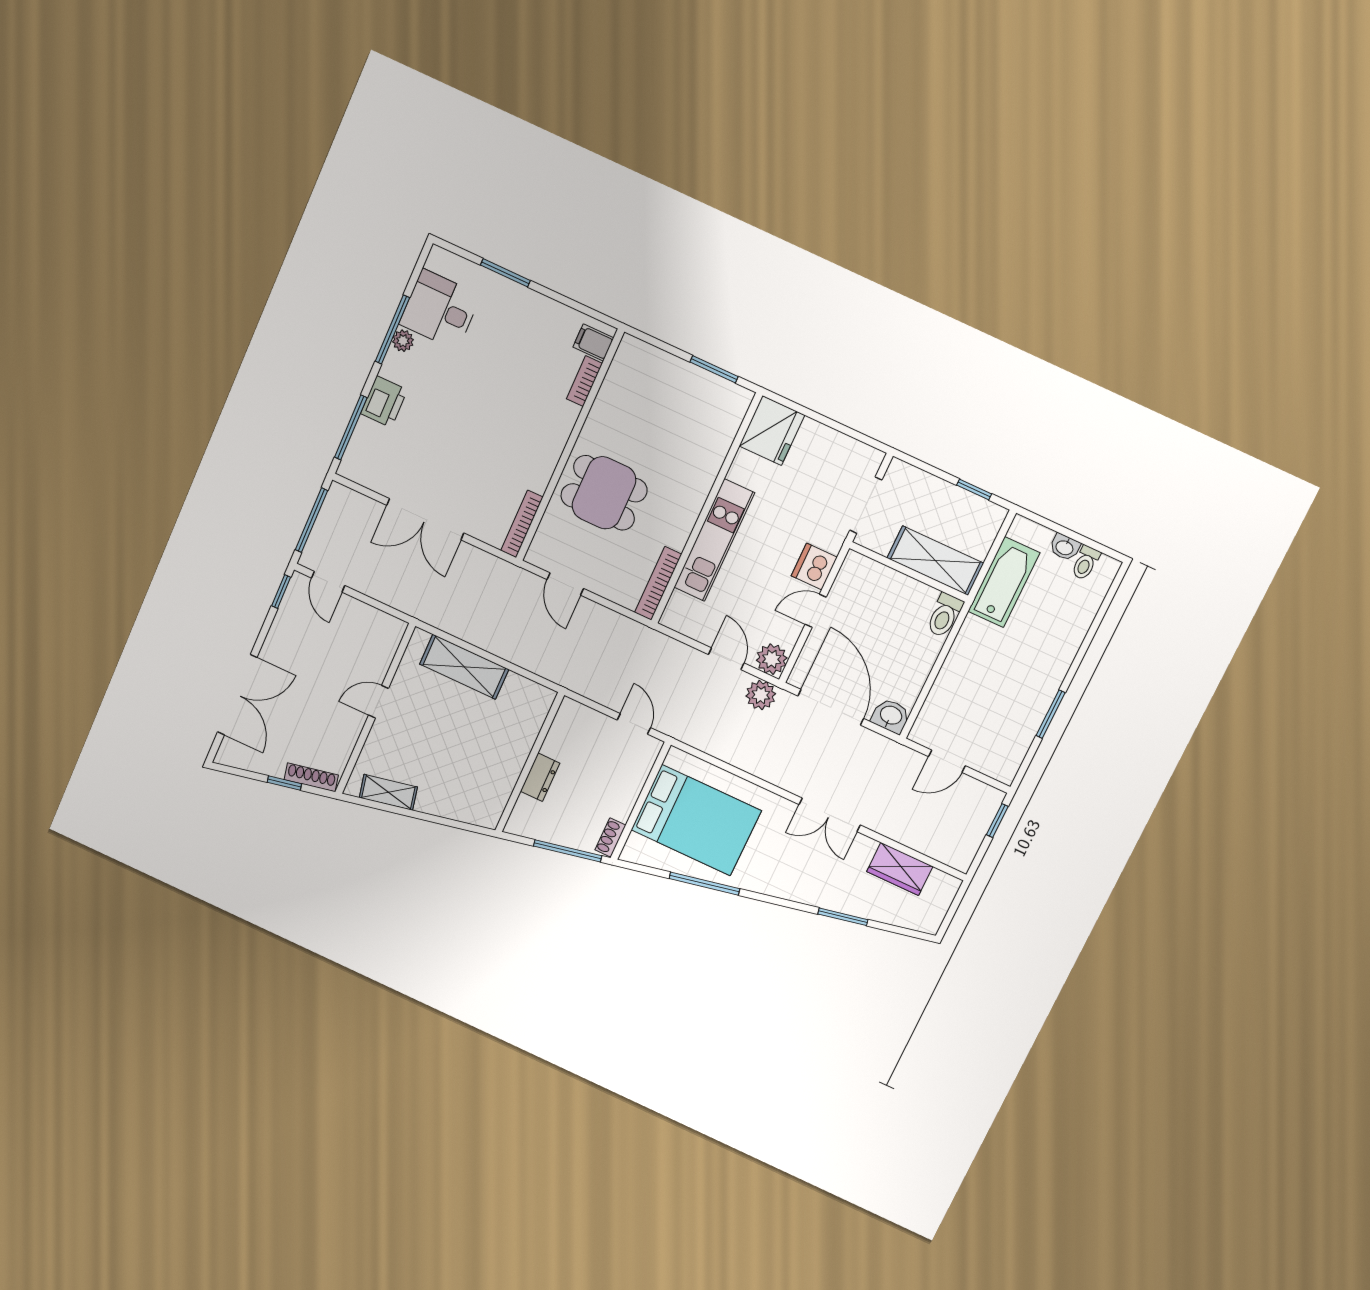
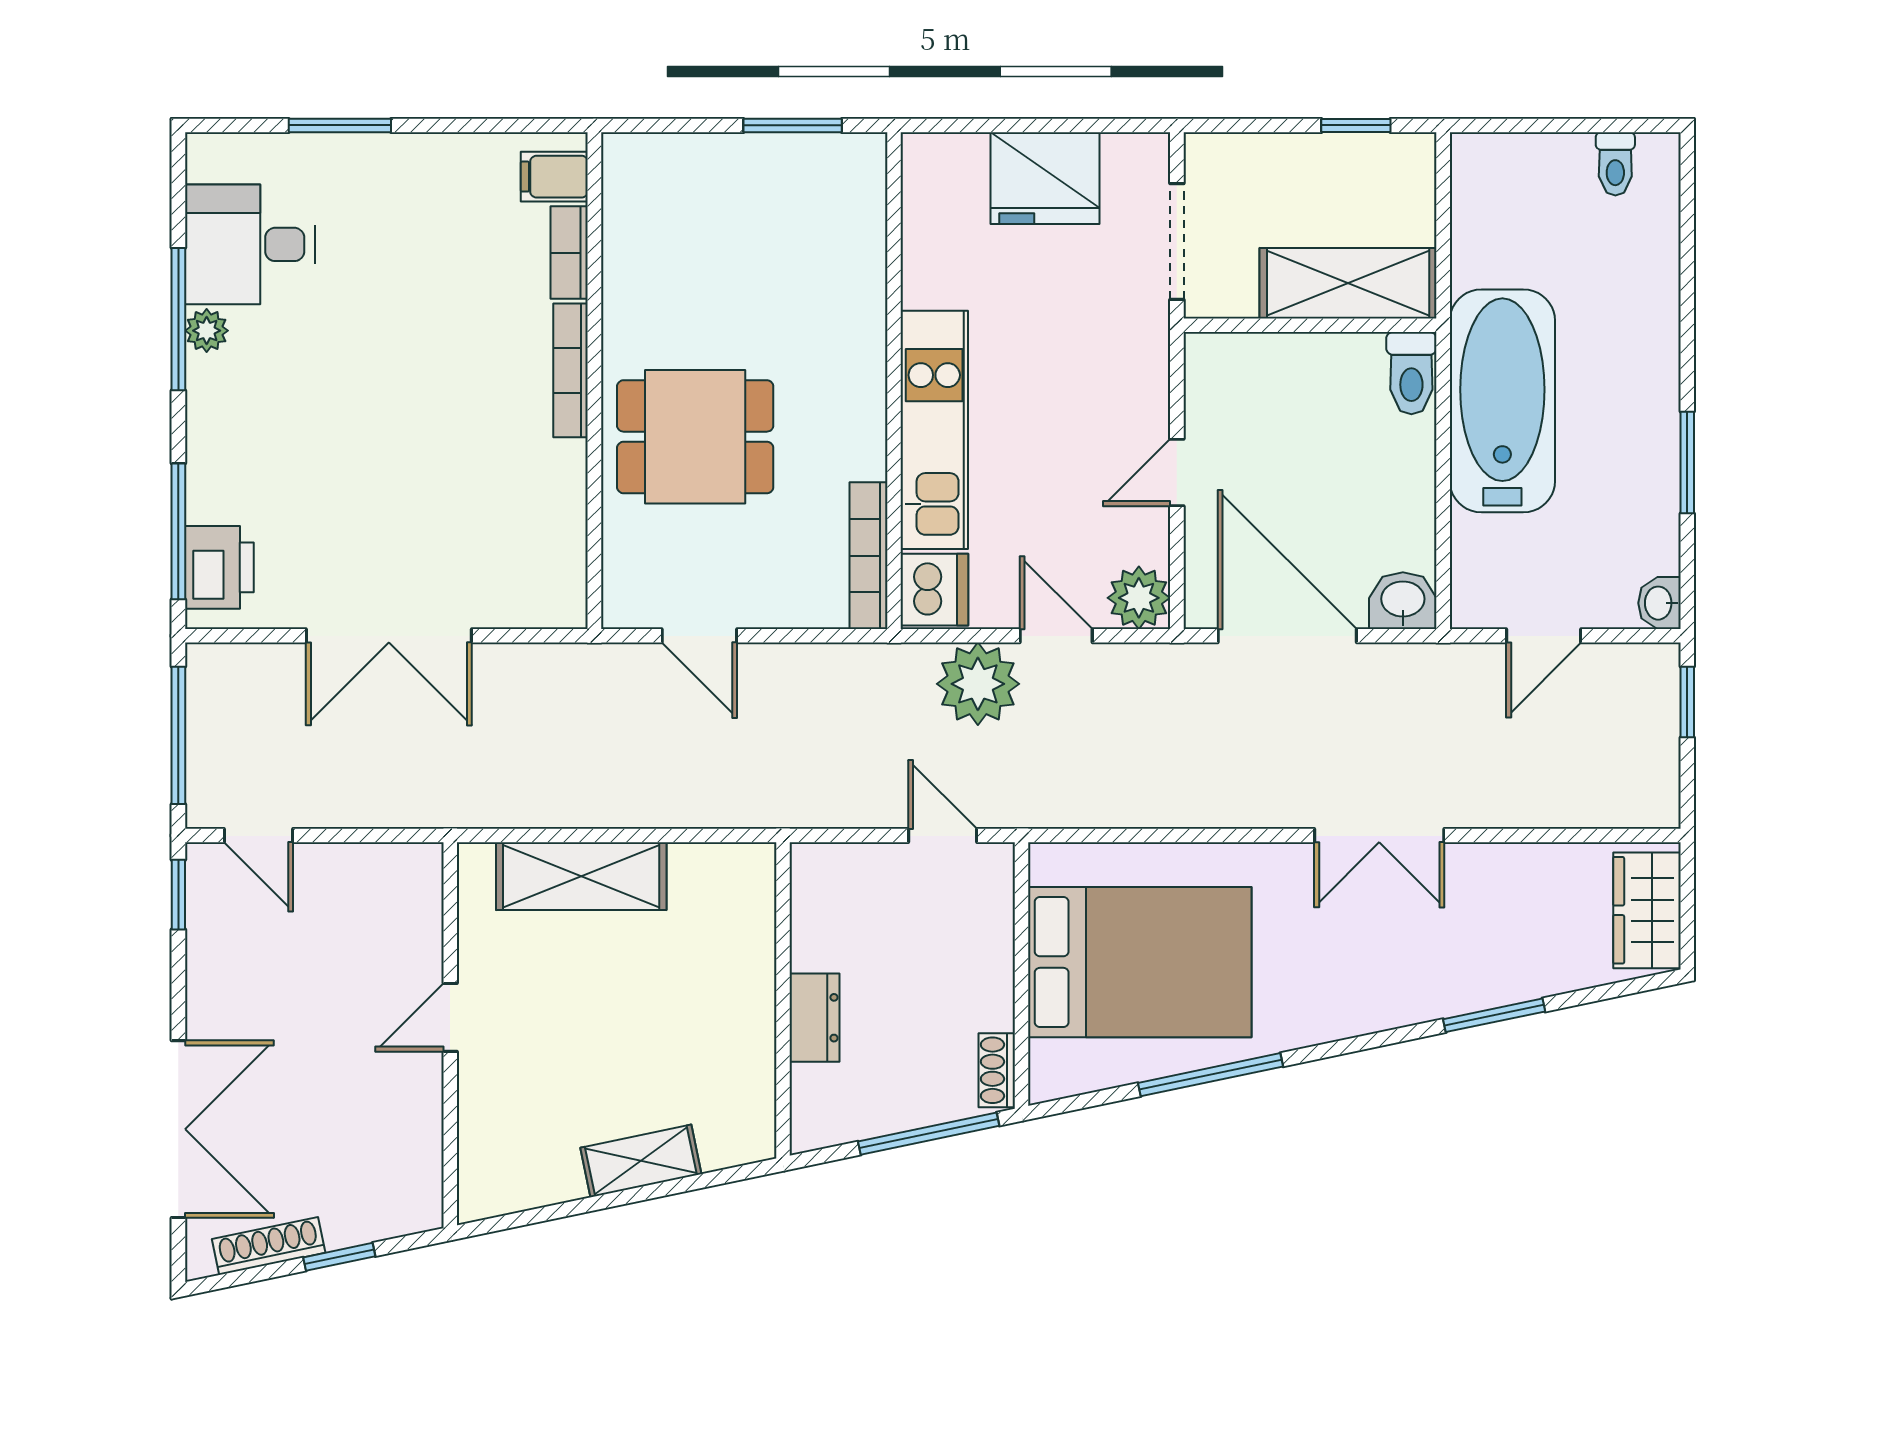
printer: (384, 402) -> (219, 567), moved
fridge: (772, 431) -> (1045, 178), moved, turned 90
bookcase: (522, 524) -> (571, 370), moved
washbasin: (1065, 547) -> (1659, 603), moved, turned 90
dishwasher: (814, 566) -> (934, 590), moved, turned 180
bathtub: (1004, 582) -> (1502, 401), moved, width x1.36, depth x1.36
plant: (761, 695) -> (978, 684), moved, width x1.36, depth x1.36
shoe rack: (311, 777) -> (269, 1246), moved
shelving: (388, 792) -> (641, 1161), moved
wardrobe: (900, 869) -> (1647, 910), moved, turned 90

